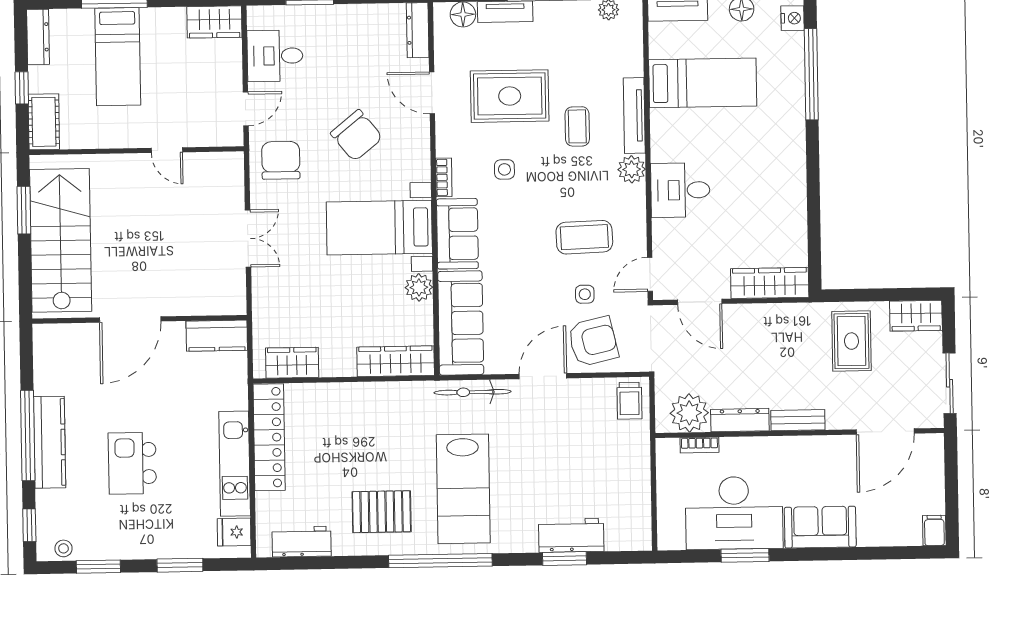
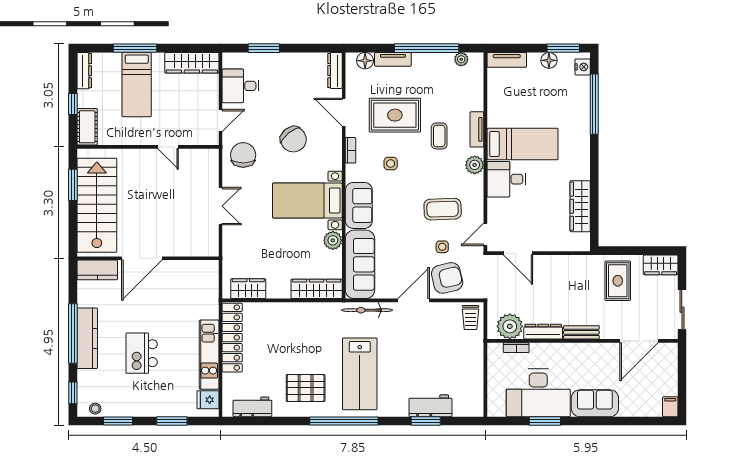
wardrobe: (214, 22) -> (192, 63), width x1.50
bed: (703, 83) -> (522, 144), moved
tv unit: (634, 116) -> (477, 129), width x0.71
bookcase: (444, 177) -> (351, 150), moved
wardrobe: (770, 283) -> (580, 206), moved, turned -90
kitchen counter: (217, 336) -> (97, 270), moved

